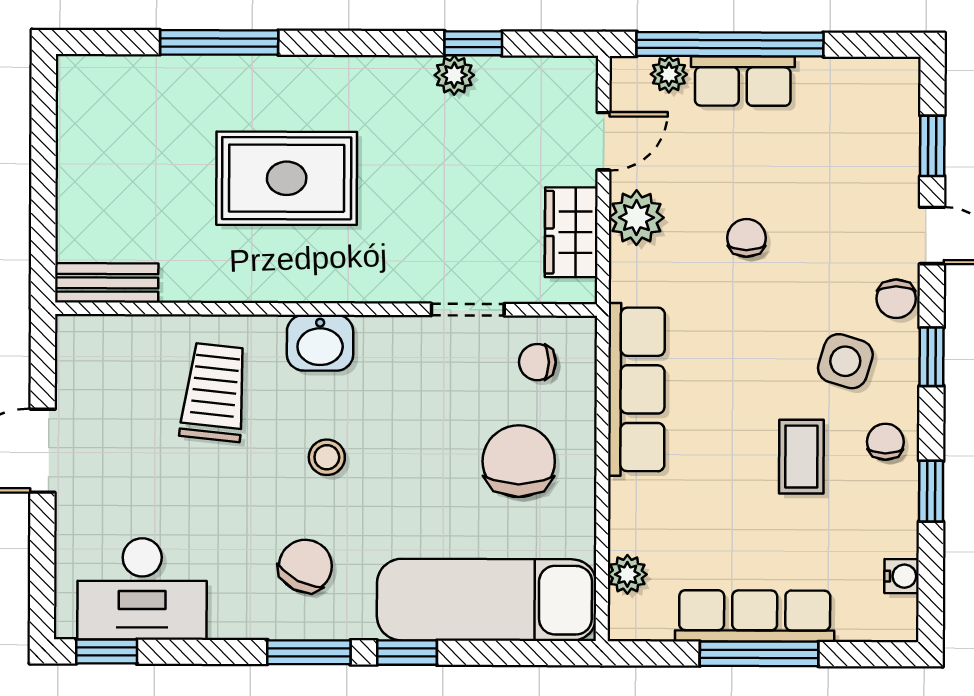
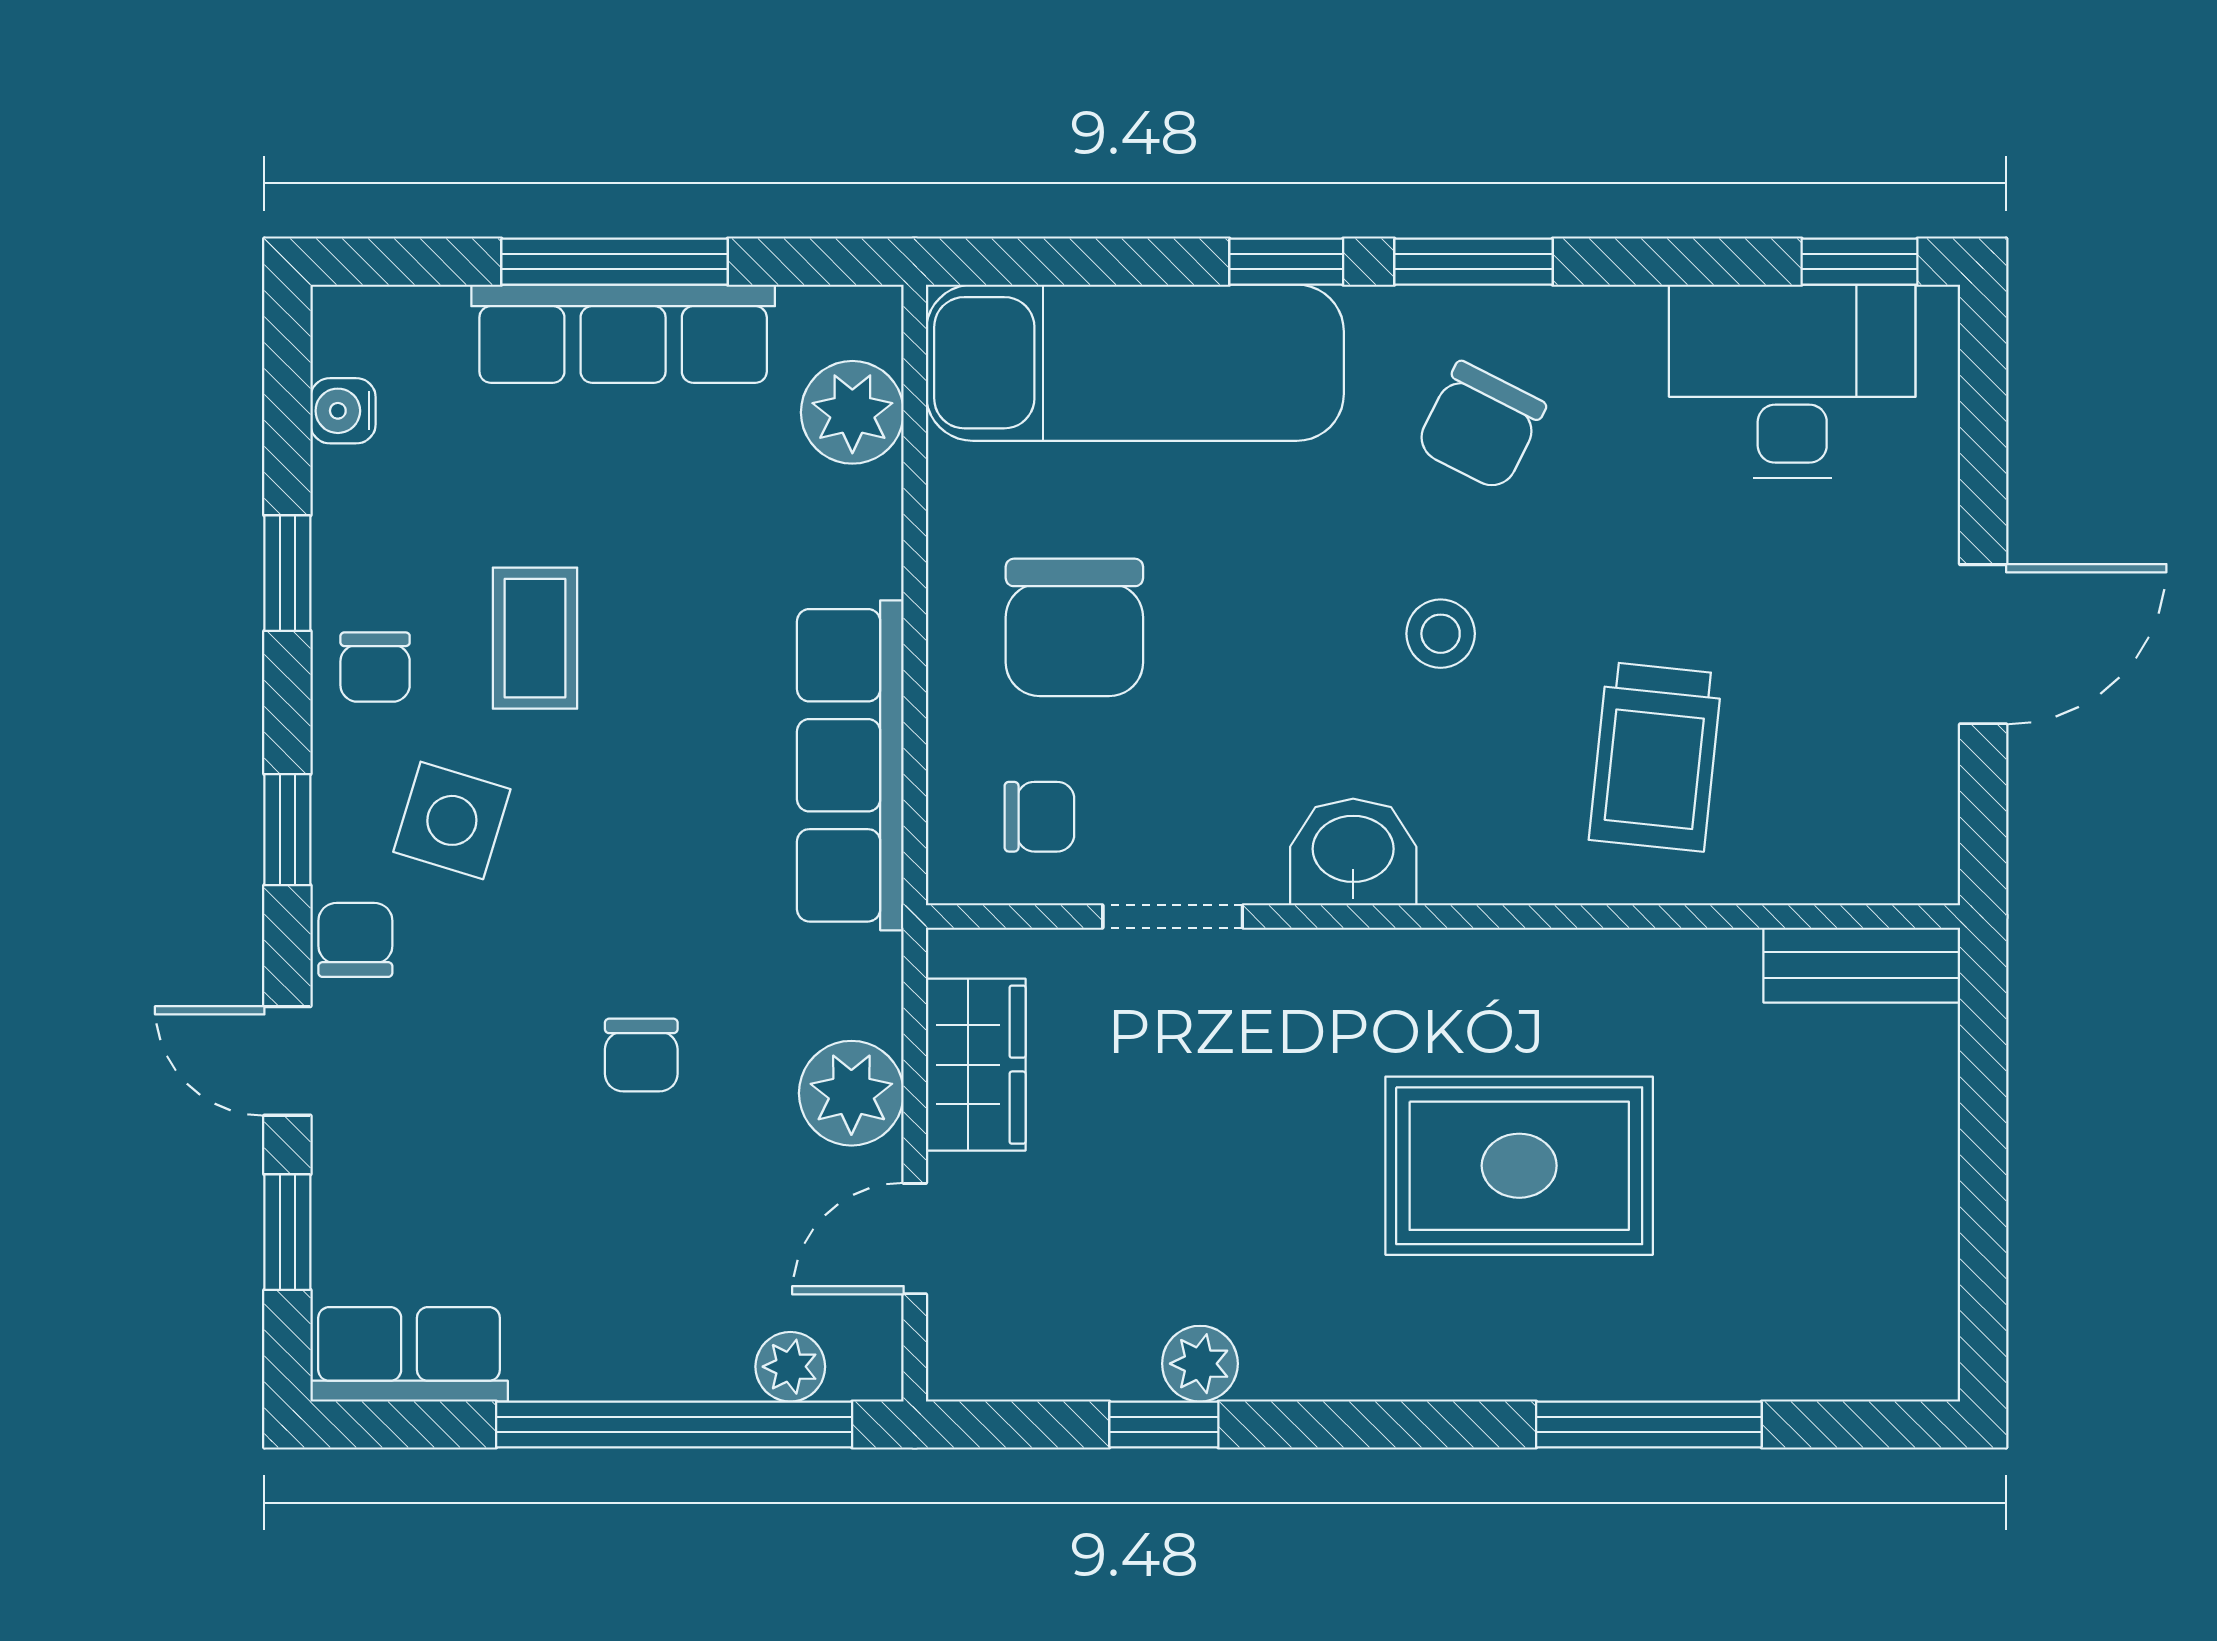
row of seats: (743, 81) -> (409, 1354), moved
washbasin: (320, 343) -> (1353, 852), moved
plant: (627, 574) -> (852, 412), width x1.38, depth x1.38

